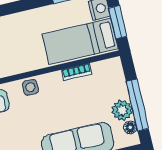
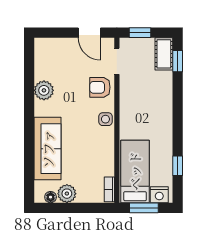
bookcase: (77, 72) -> (109, 189), moved
window: (137, 105) -> (68, 208), removed

